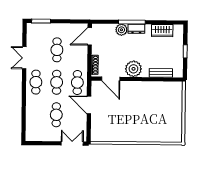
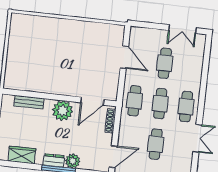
door: (111, 79) -> (92, 101), swing flipped
door: (89, 105) -> (124, 57), moved
double door: (72, 144) -> (182, 29), moved

